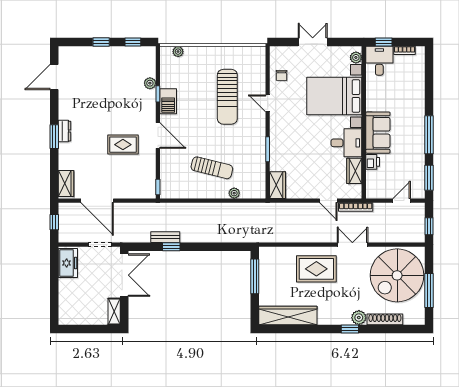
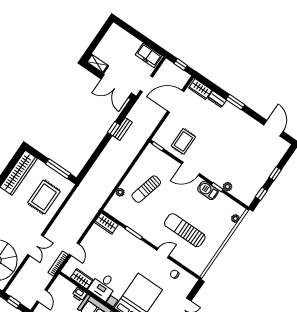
dresser: (64, 131) -> (217, 99), moved
rug: (123, 145) -> (183, 141), moved
door: (328, 201) -> (74, 249), swing flipped
rug: (316, 269) -> (44, 197), moved

